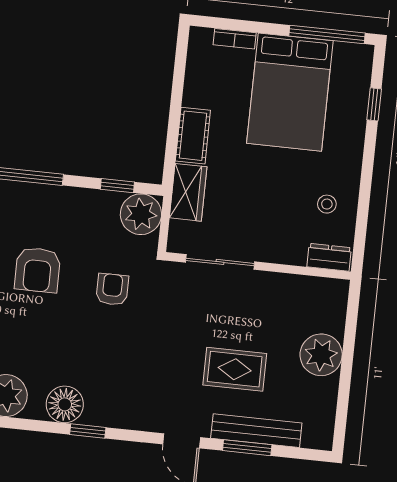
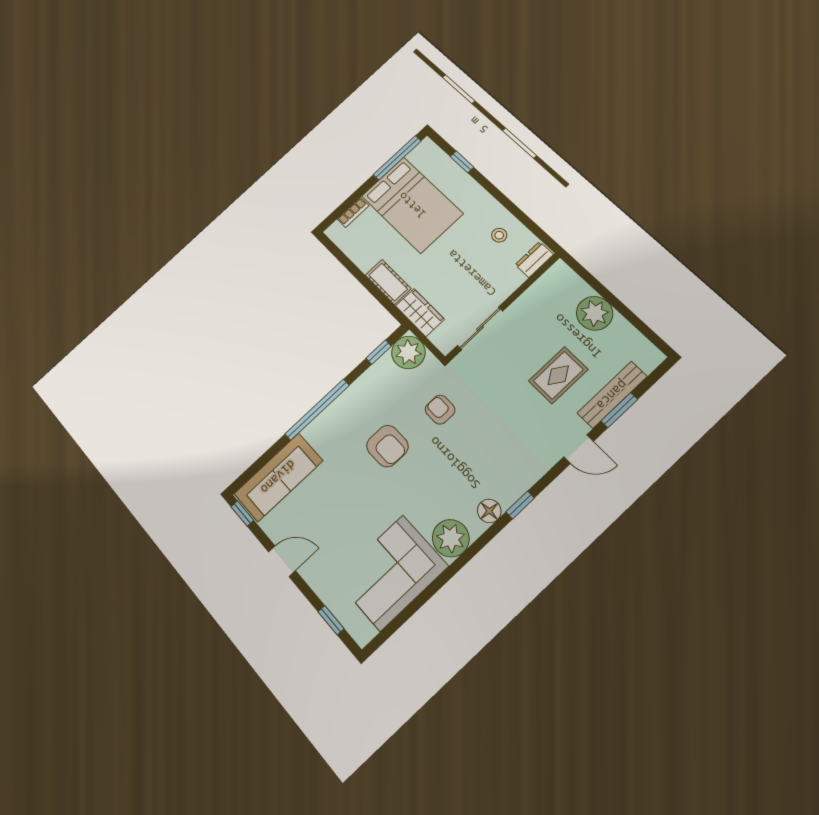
floor lamp: (65, 404) -> (489, 511), width x0.73, depth x0.73

